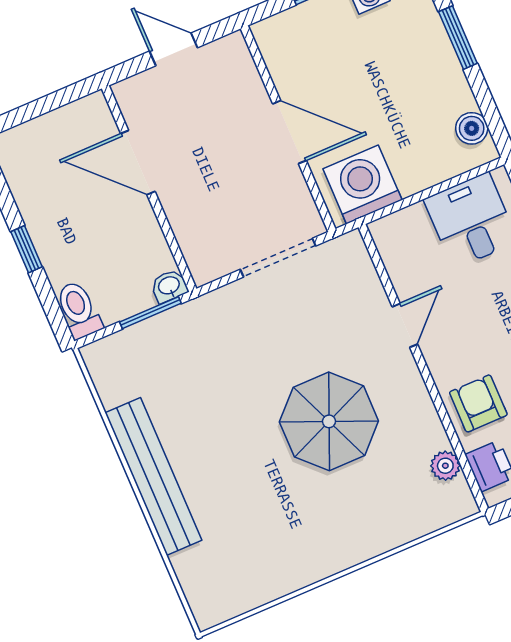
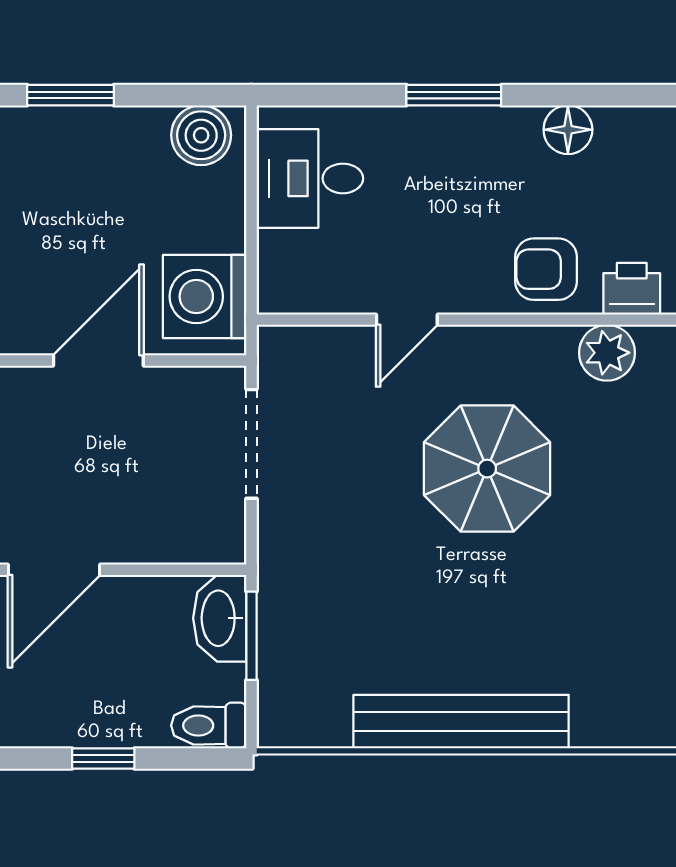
boiler: (472, 128) -> (201, 135), width x1.36, depth x1.36
washbasin: (169, 286) -> (220, 618), width x1.91, depth x1.45
door: (405, 325) -> (407, 320), swing flipped
plant: (445, 466) -> (607, 353), width x1.38, depth x1.38

